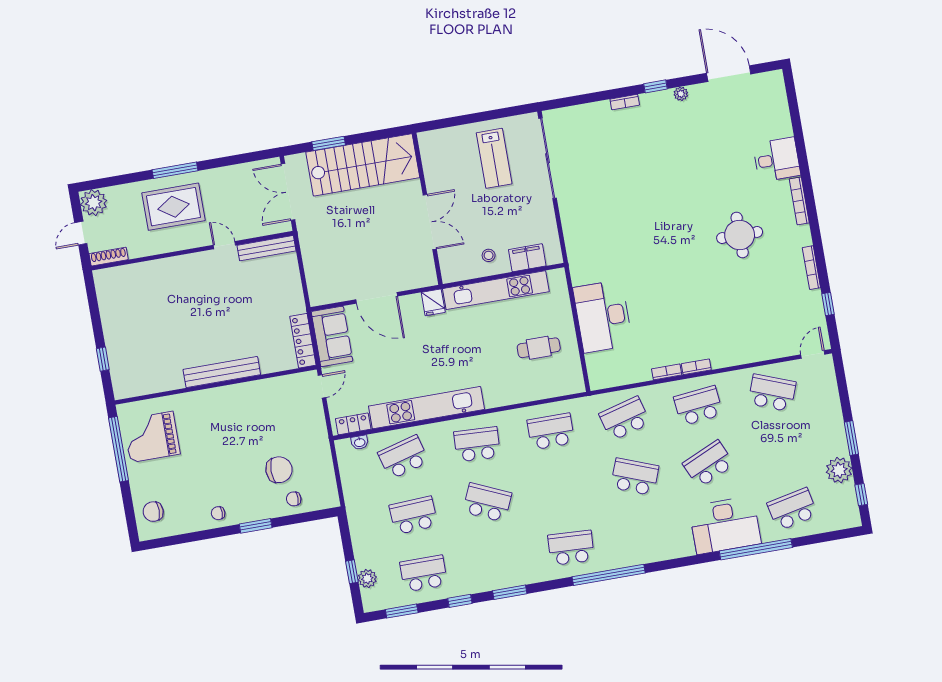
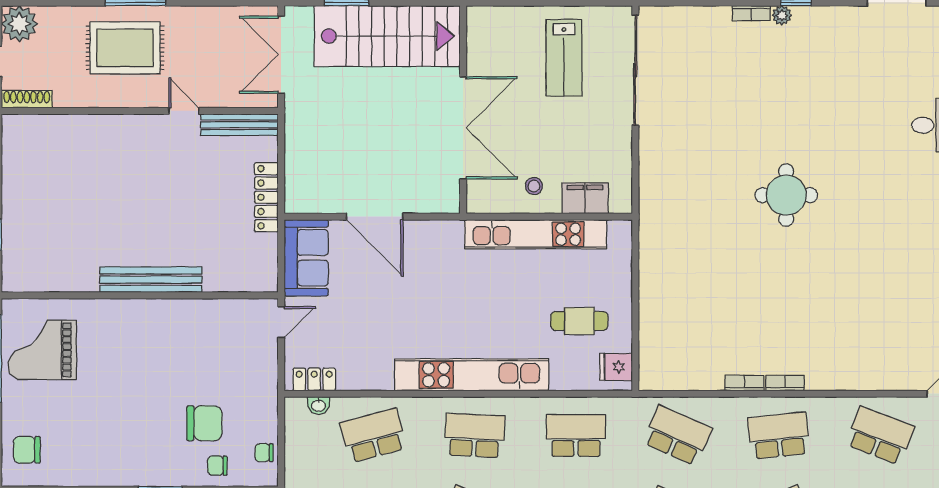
plant: (681, 94) -> (782, 15), moved
double door: (430, 222) -> (463, 128), width x1.36
round table: (740, 235) -> (786, 195), moved
fridge: (433, 302) -> (616, 367), moved, turned 90
desk: (603, 316) -> (672, 294), removed
locker: (303, 341) -> (266, 197), moved
kitchen unit: (426, 408) -> (472, 375), moved
school desk: (625, 419) -> (677, 435), turned 39
chair: (218, 513) -> (264, 453), moved

